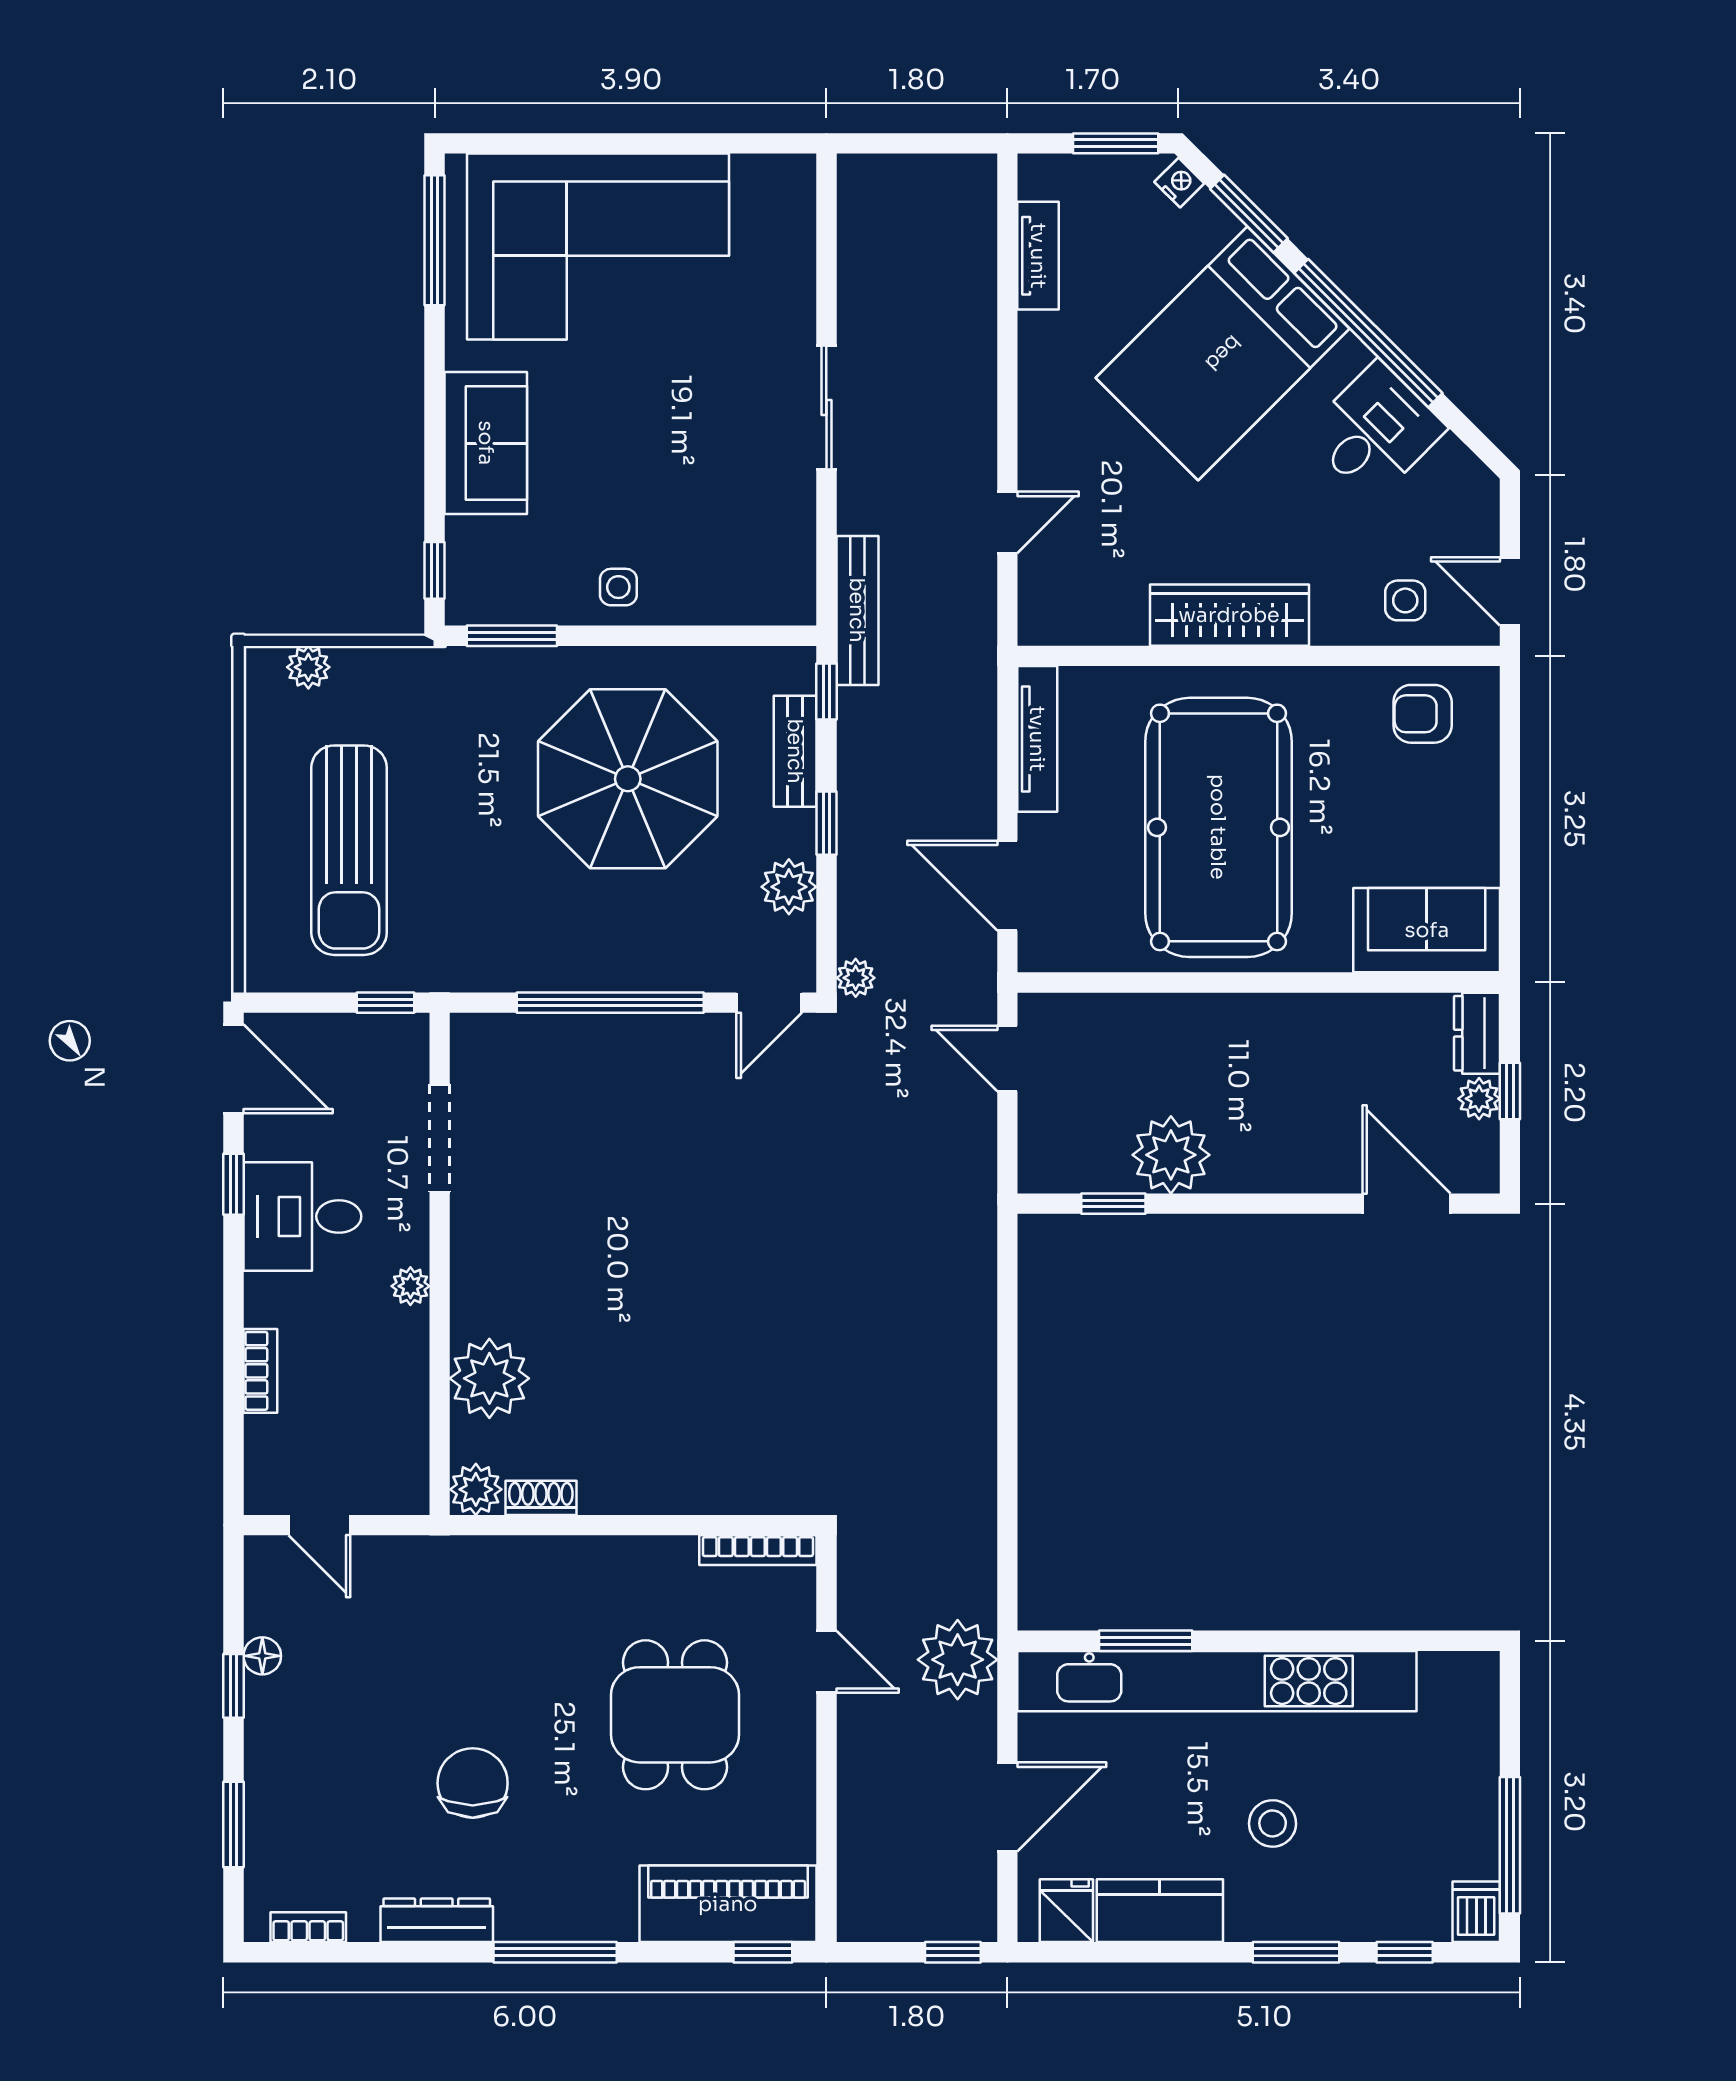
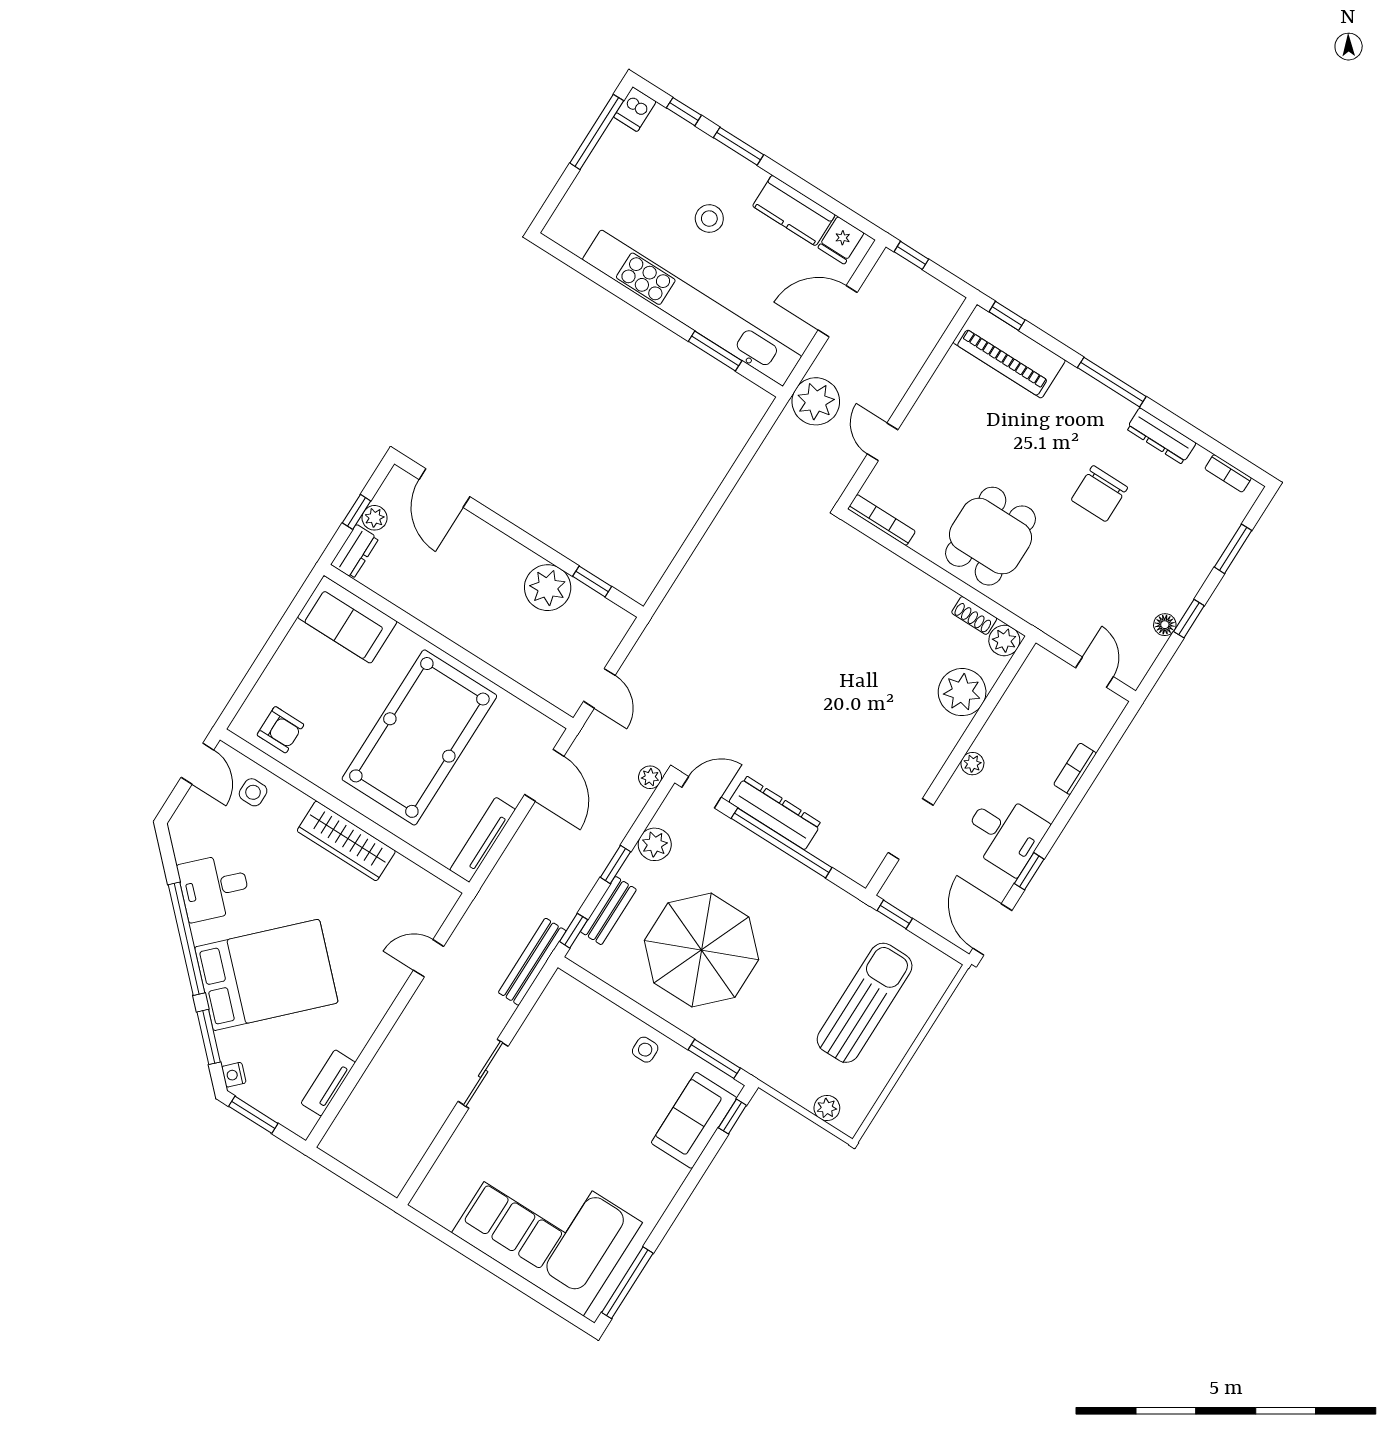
sofa: (486, 443) -> (694, 1120), moved
dresser: (646, 1040) -> (775, 813), added
dining table: (675, 1715) -> (990, 536), moved

